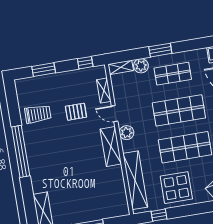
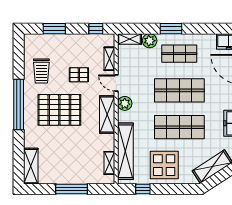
trolley: (38, 114) -> (41, 71), turned 90
pallet: (62, 150) -> (59, 110), added
shelving: (121, 195) -> (109, 163), added

